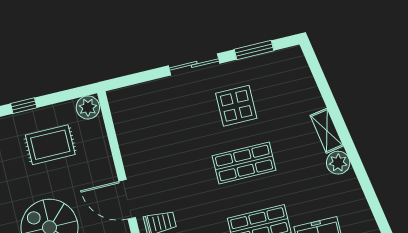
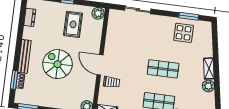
sliding door: (194, 64) -> (138, 10), moved
display table: (236, 106) -> (184, 33), moved
rug: (50, 145) -> (73, 24), turned 90

